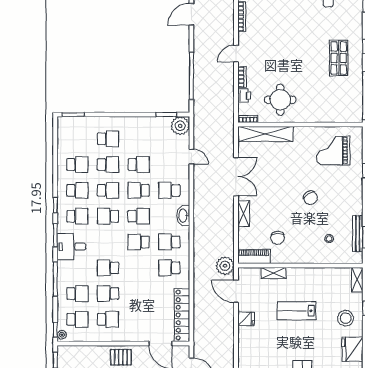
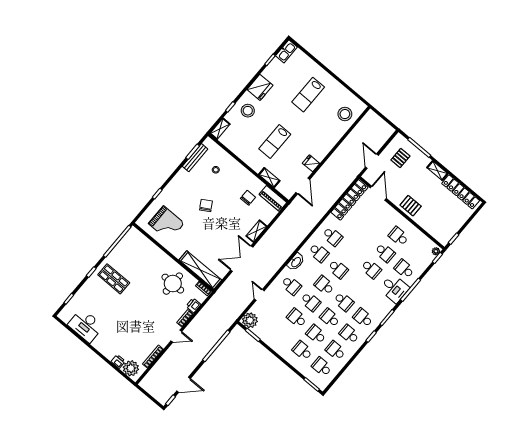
shop shelf: (339, 58) -> (114, 279), turned 90
desk: (71, 247) -> (394, 288), moved
plant: (225, 266) -> (296, 208), removed
lab bench: (297, 311) -> (275, 141), turned 90
school desk: (77, 319) -> (322, 367), moved

